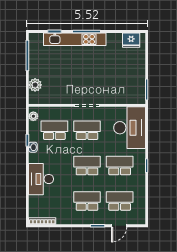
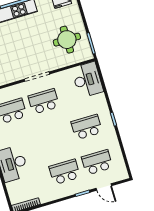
round table: (125, 79) -> (67, 40), added
desk: (130, 128) -> (87, 80), width x0.73, depth x0.77
school desk: (87, 166) -> (54, 137), removed
door: (119, 226) -> (104, 187), hinge flipped

